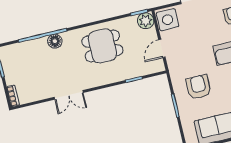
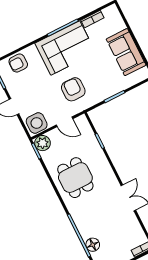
floor lamp: (55, 41) -> (93, 245), moved
armchair: (199, 87) -> (73, 89), moved, turned 90

